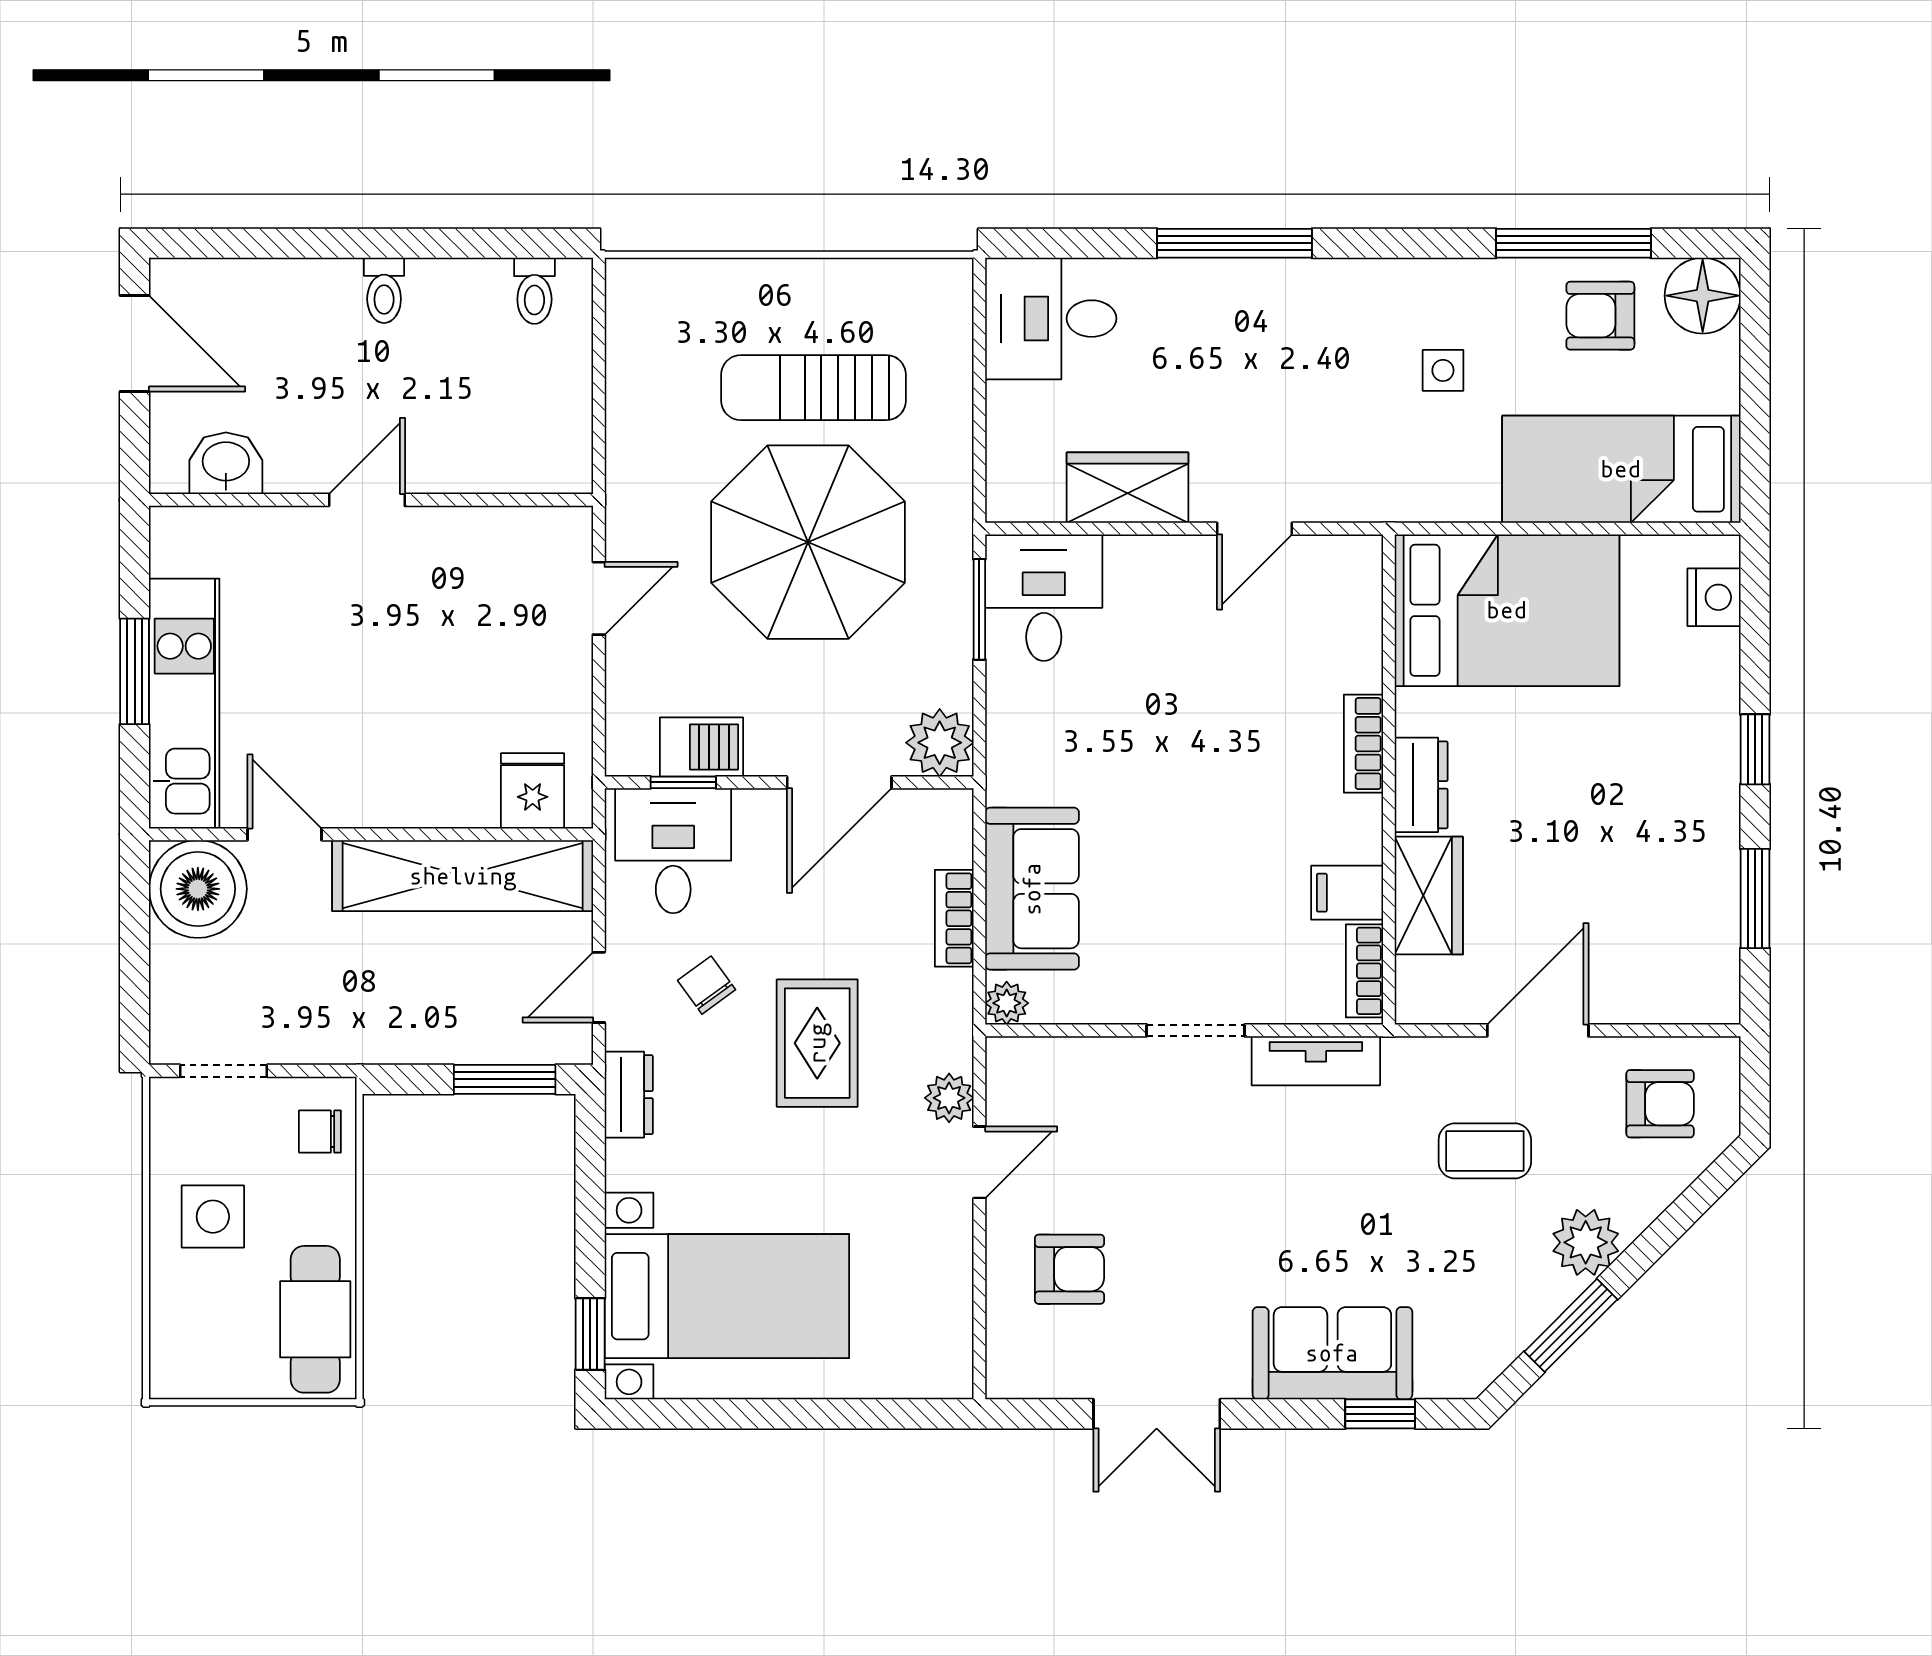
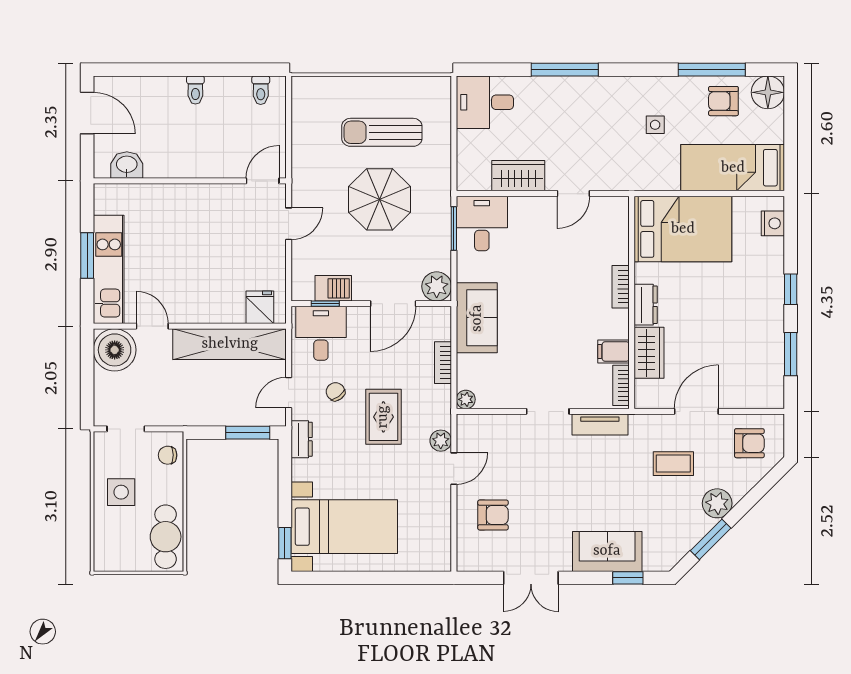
door: (367, 500) -> (263, 181), moved
parasol: (808, 542) -> (379, 199), width x0.73, depth x0.73
sofa: (1032, 889) -> (477, 318), moved

